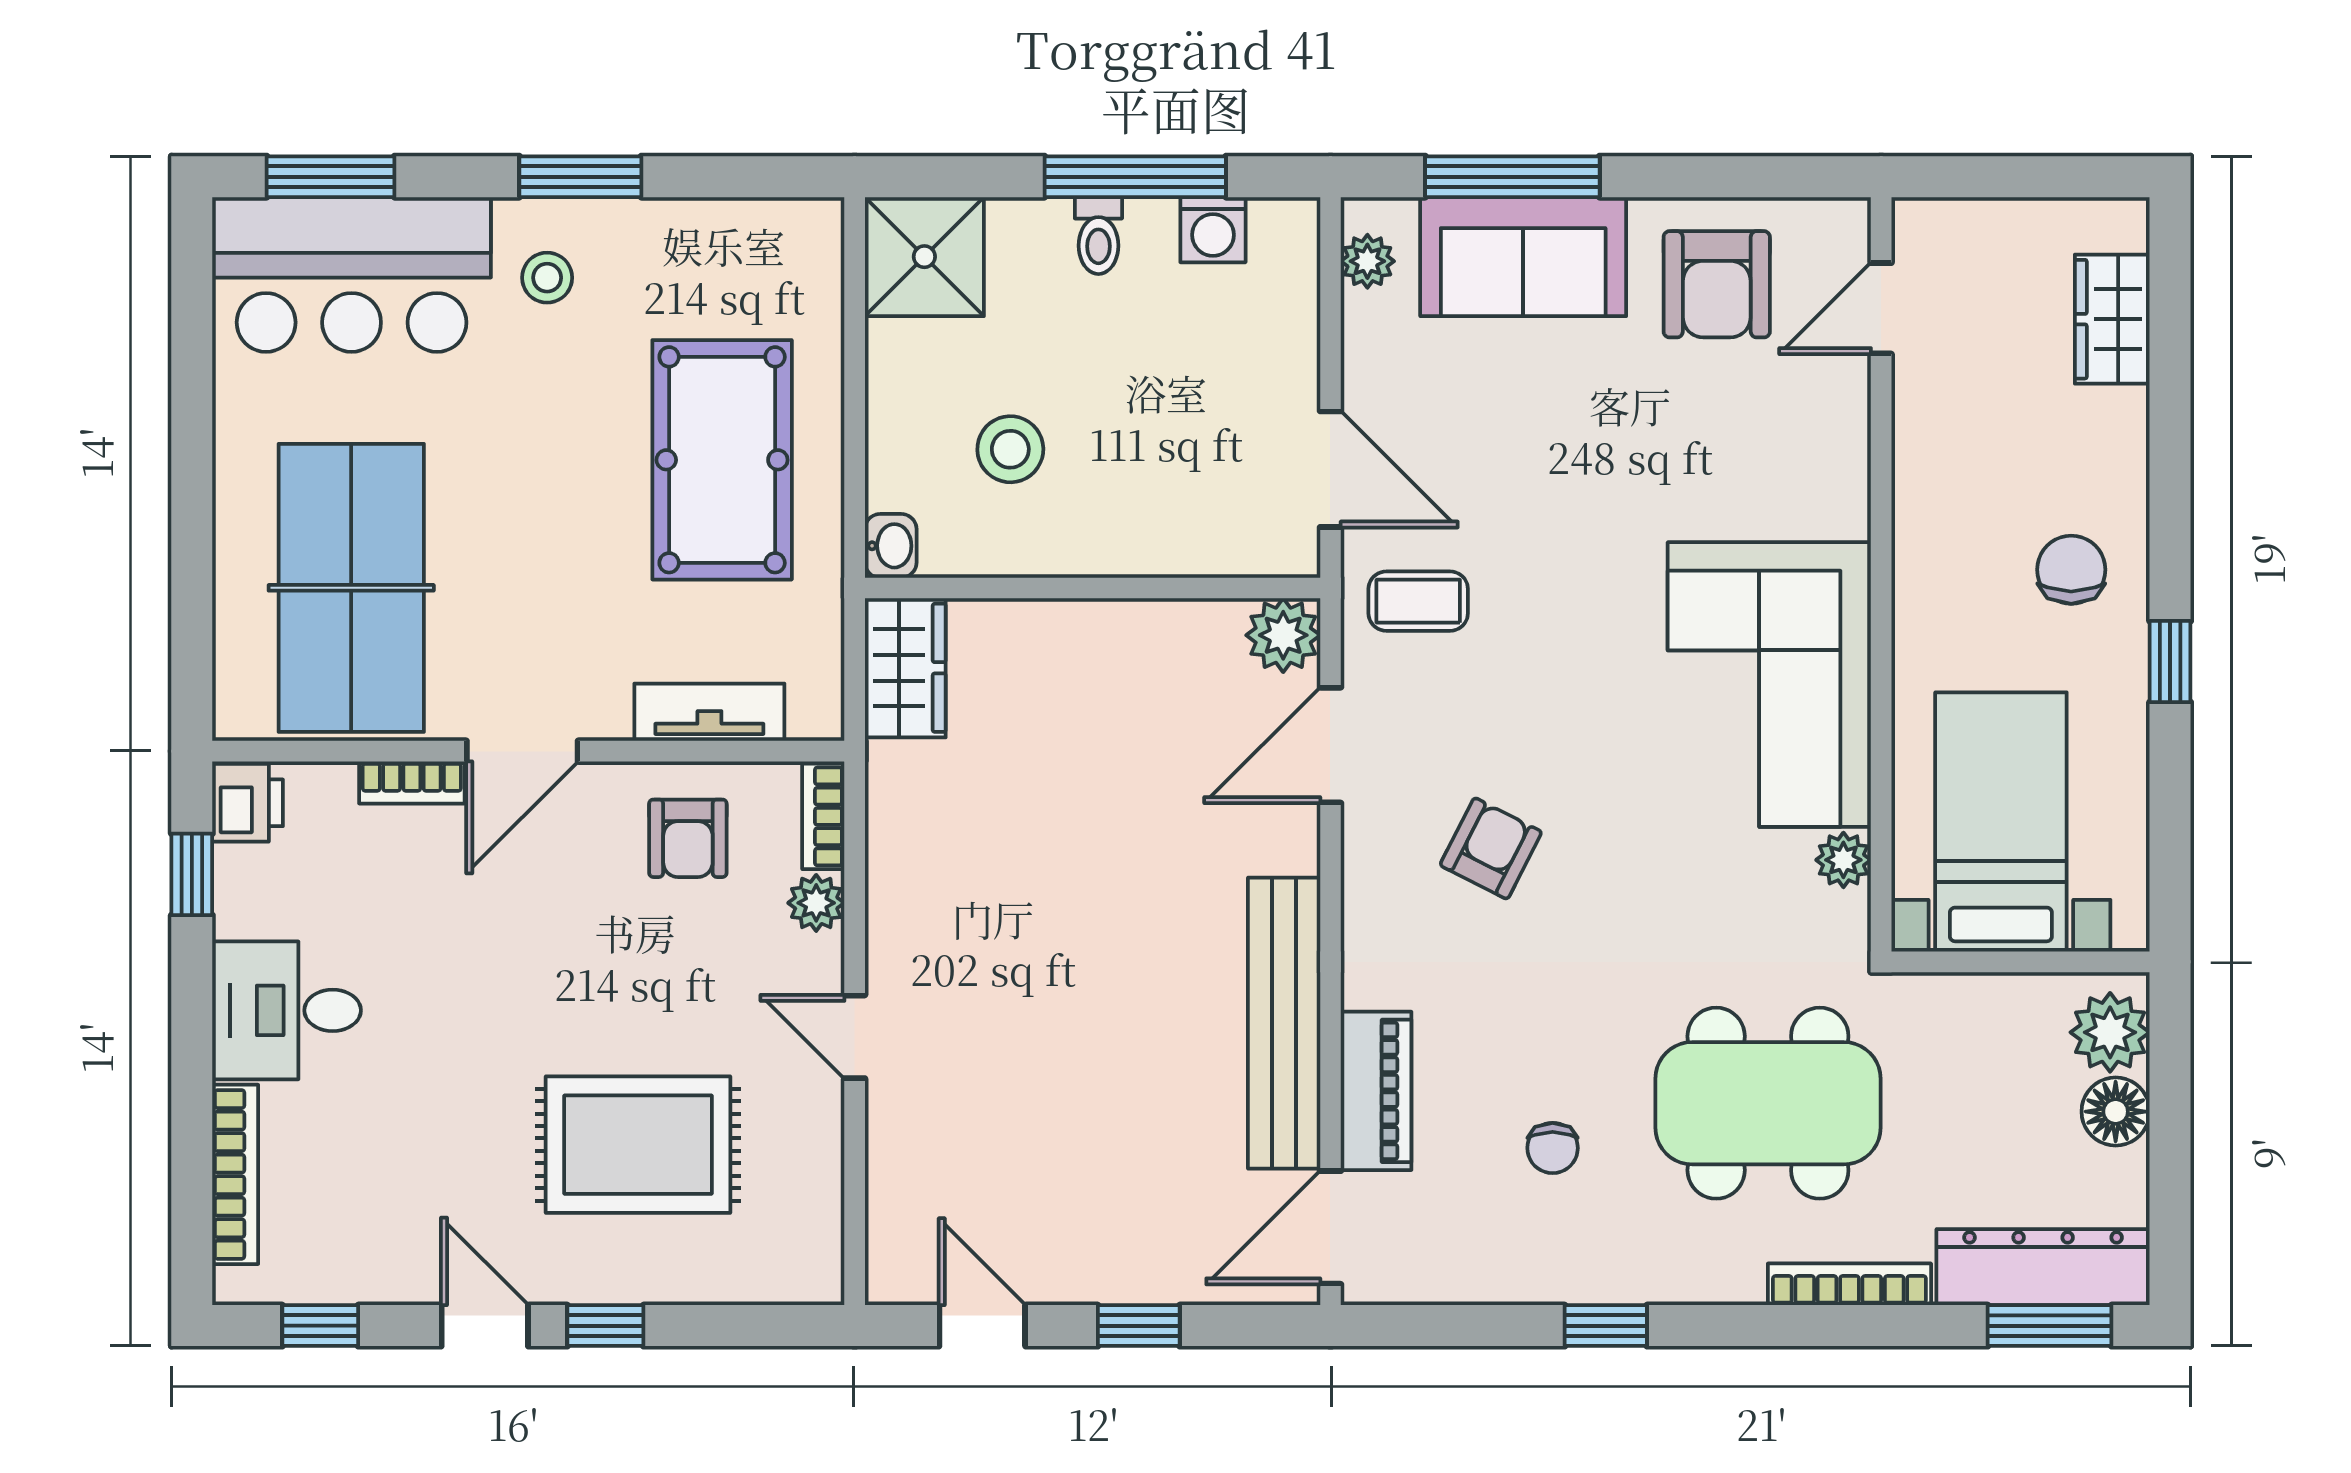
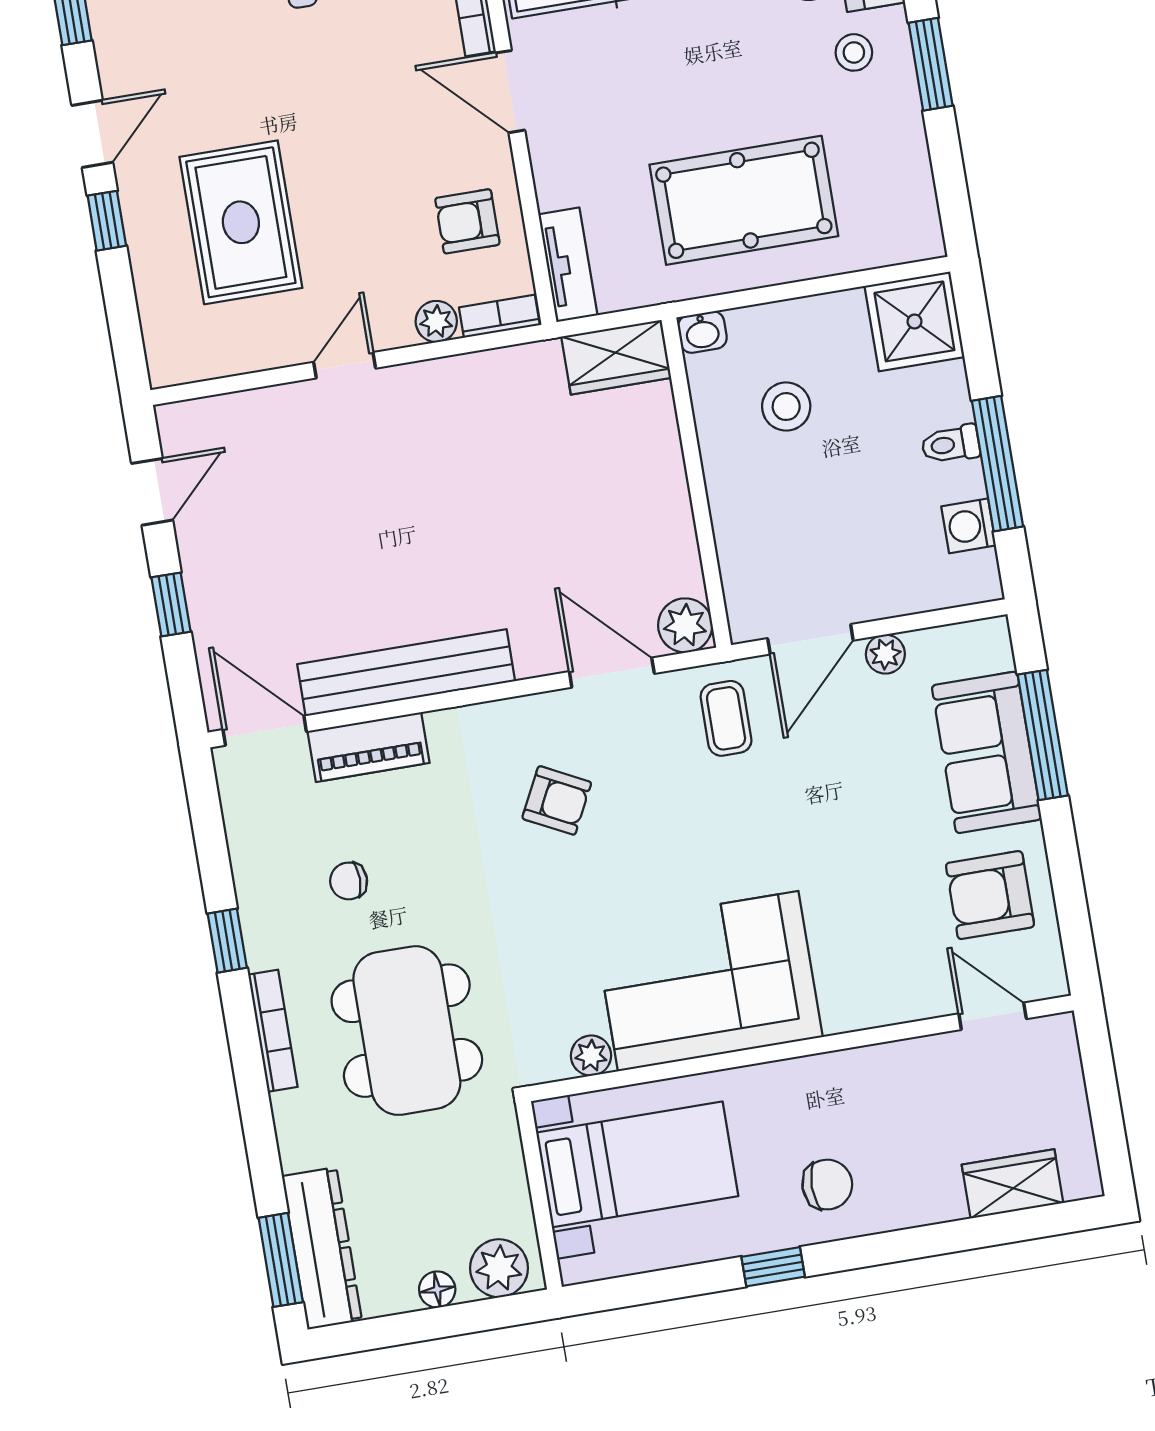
plant: (1367, 261) -> (885, 654), moved
tv unit: (709, 712) -> (568, 265), moved
floor lamp: (2116, 1112) -> (437, 1289), width x0.73, depth x0.73
bookcase: (1849, 1284) -> (273, 1031), moved

